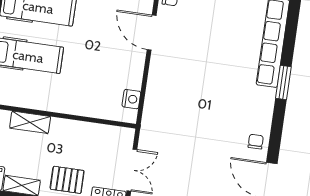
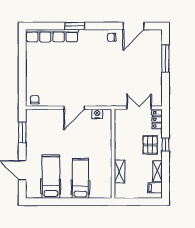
door: (152, 33) -> (74, 108), moved

